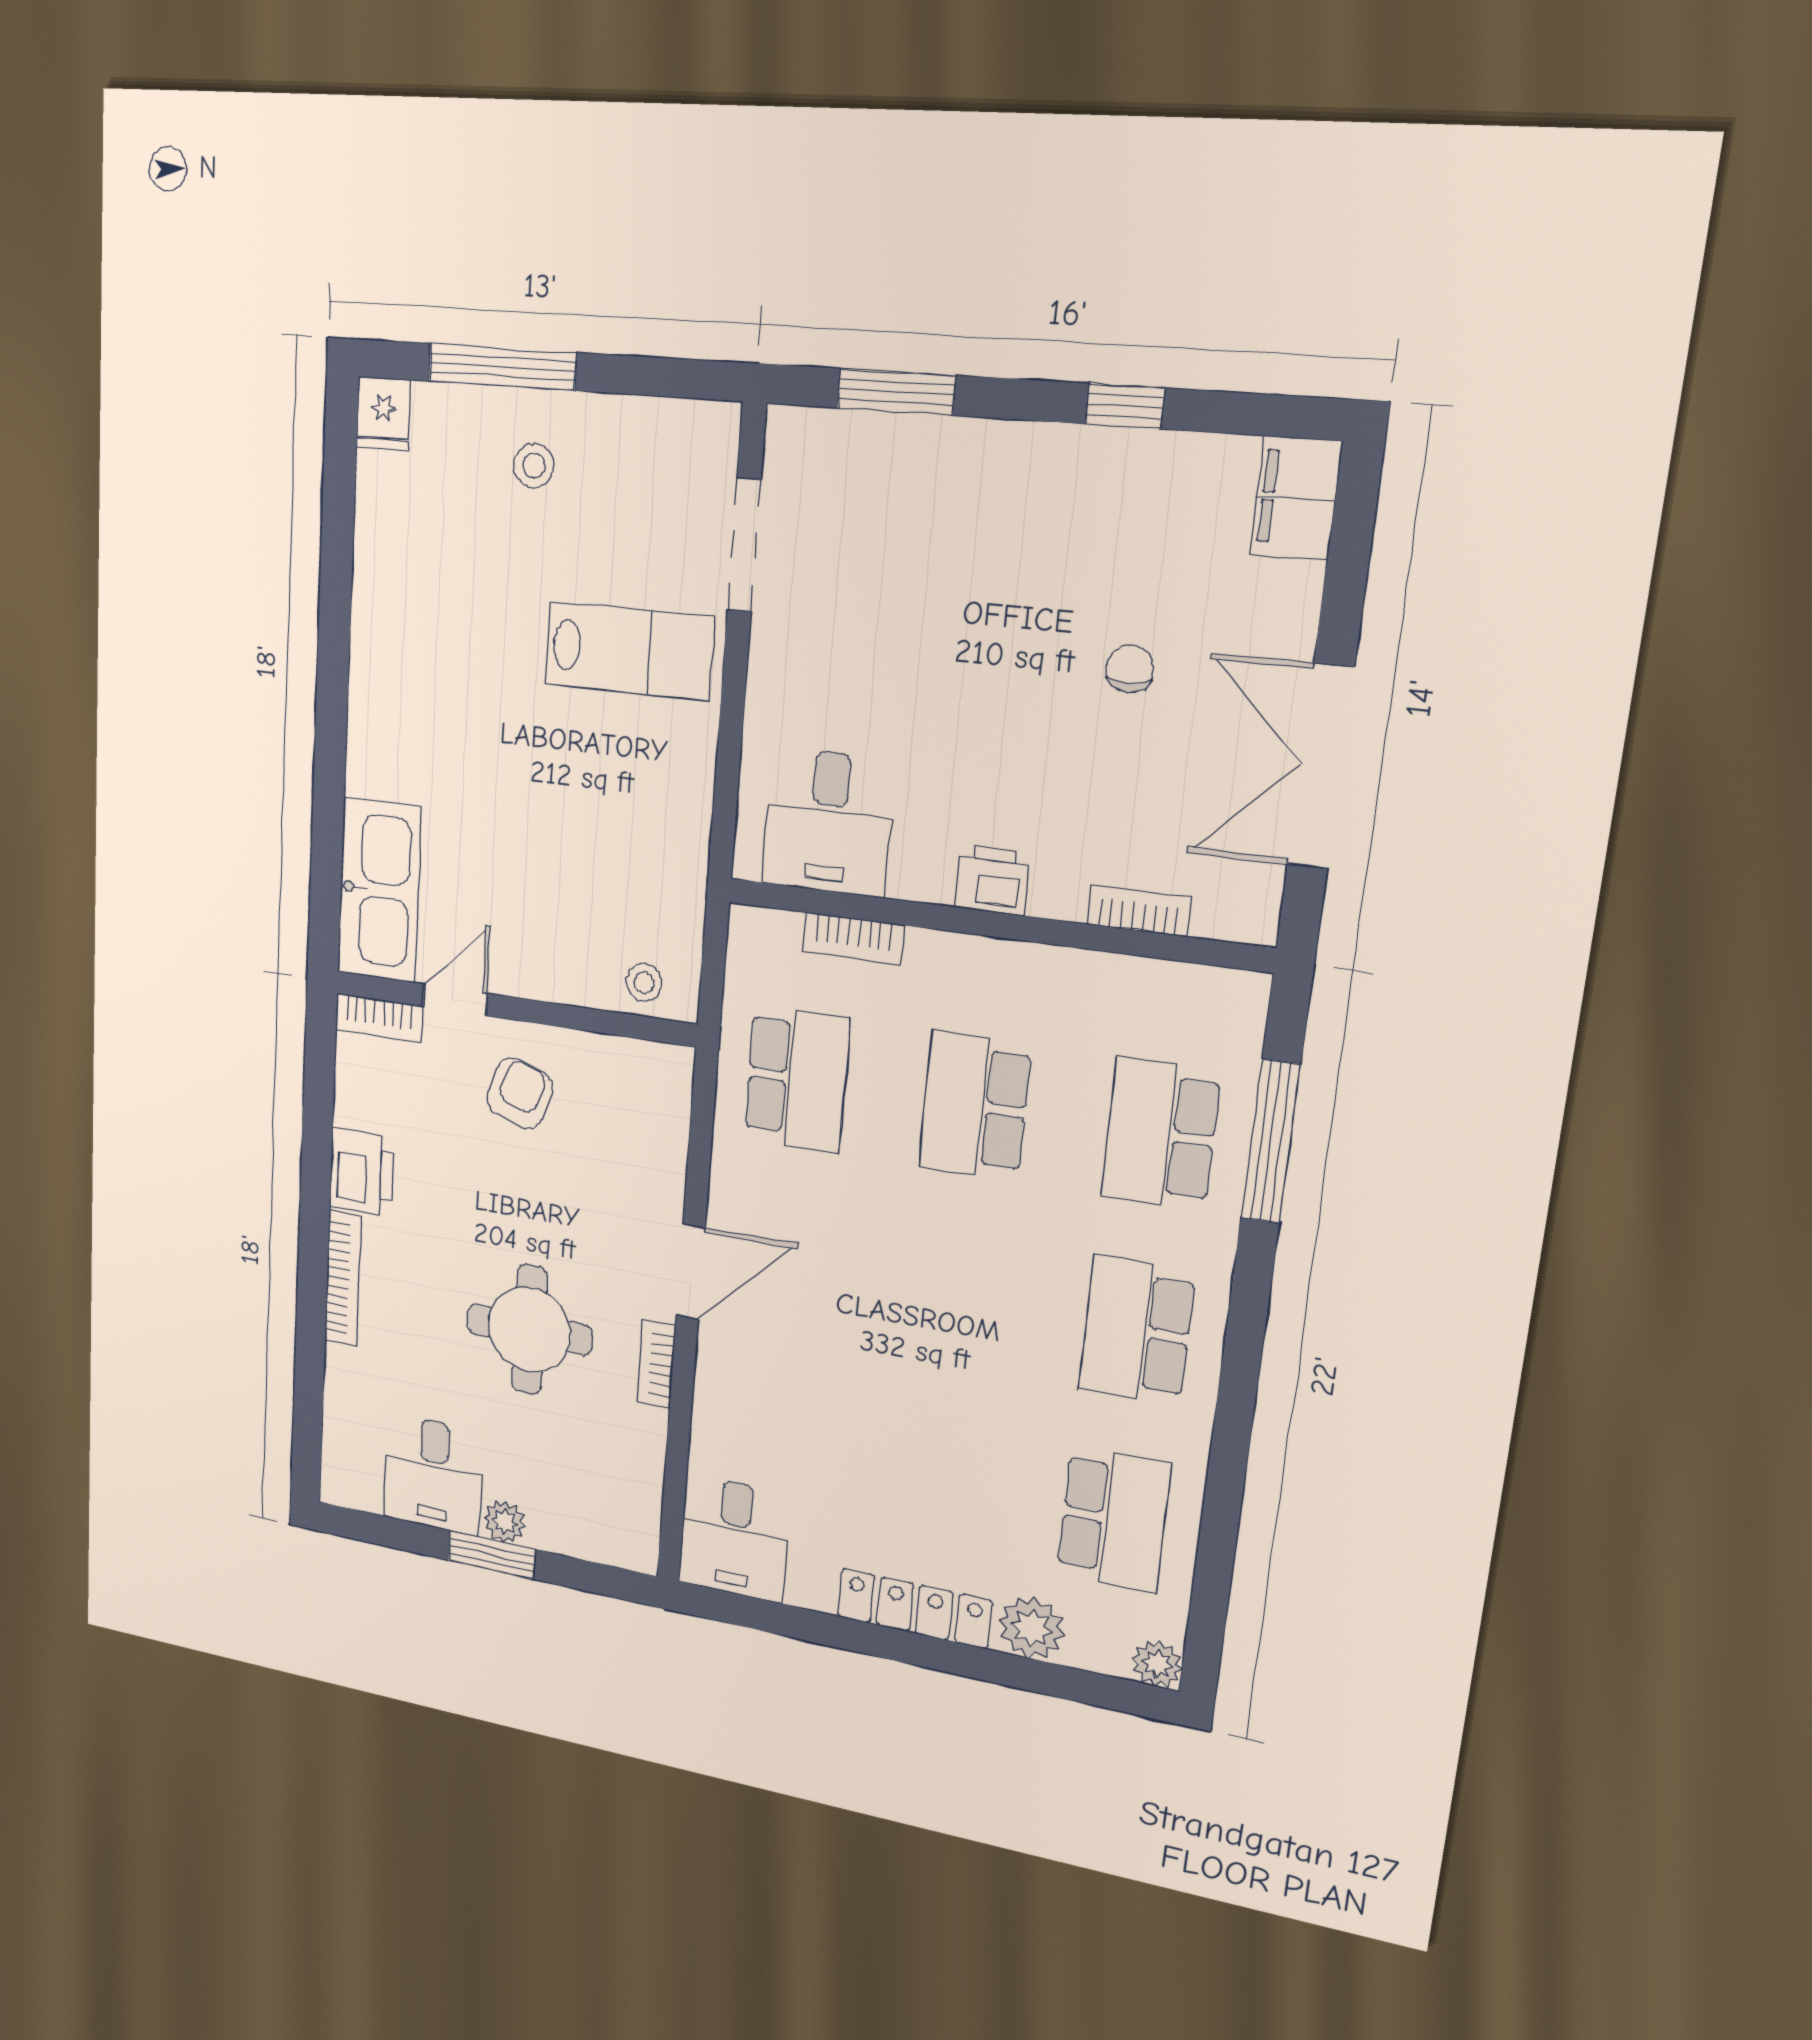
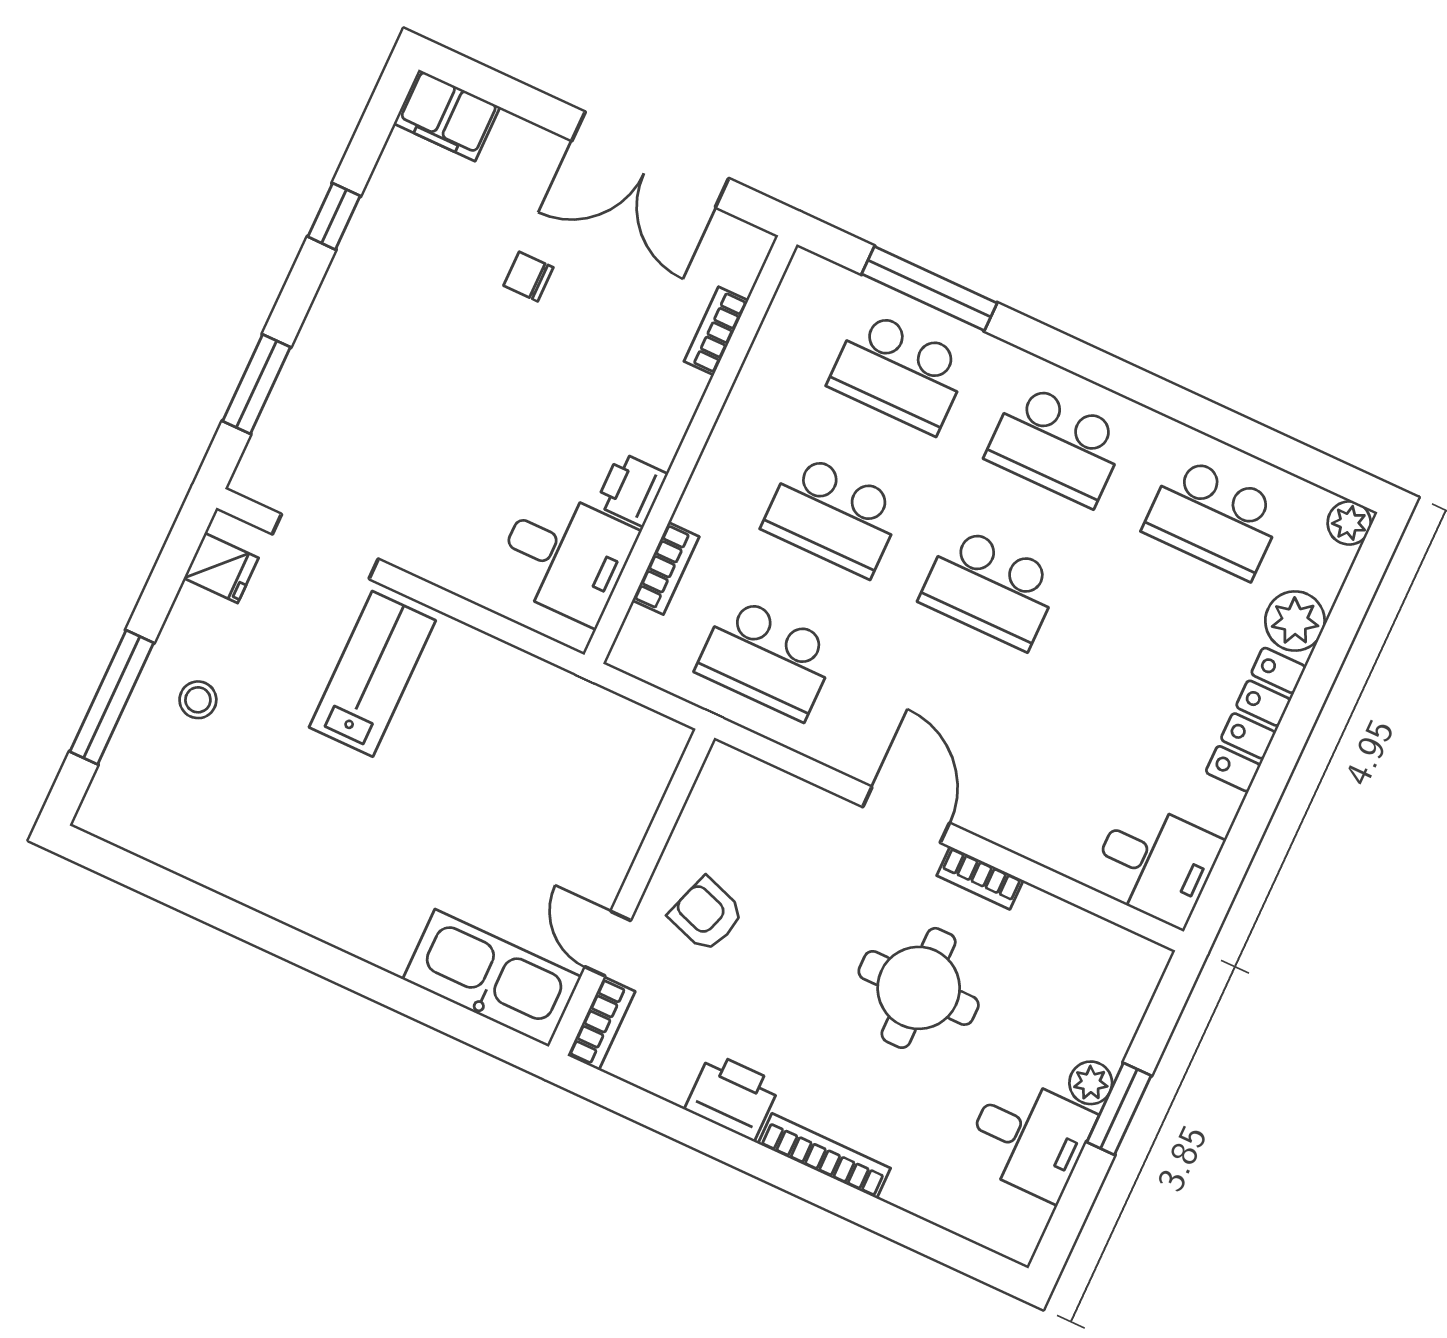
fridge: (383, 414) -> (221, 568), moved
printer: (992, 880) -> (632, 489), moved
stool: (644, 983) -> (646, 764), removed
school desk: (797, 1079) -> (767, 658), turned 180
school desk: (955, 1298) -> (990, 588), added
school desk: (1114, 1519) -> (1214, 518), turned 180

